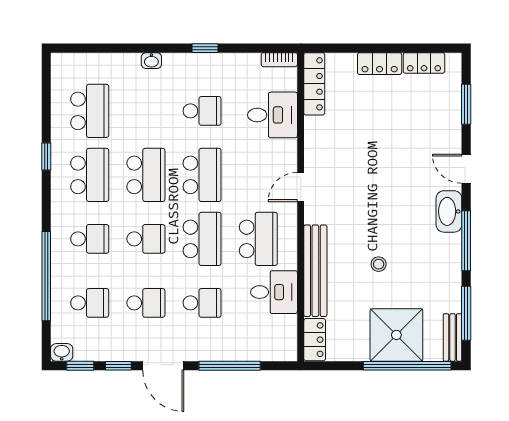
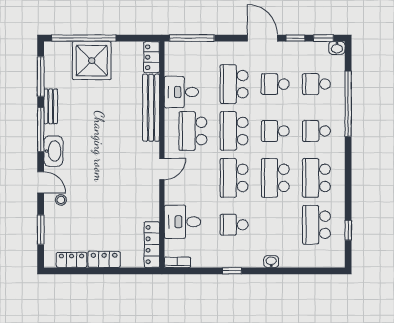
window: (46, 157) -> (348, 230), moved
stool: (379, 264) -> (61, 200), moved
school desk: (202, 303) -> (234, 84), width x1.85
bench: (453, 337) -> (51, 106), moved
window: (230, 366) -> (192, 38), moved

